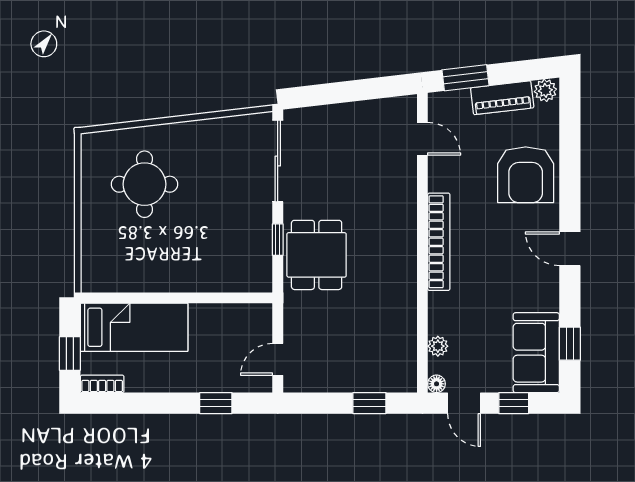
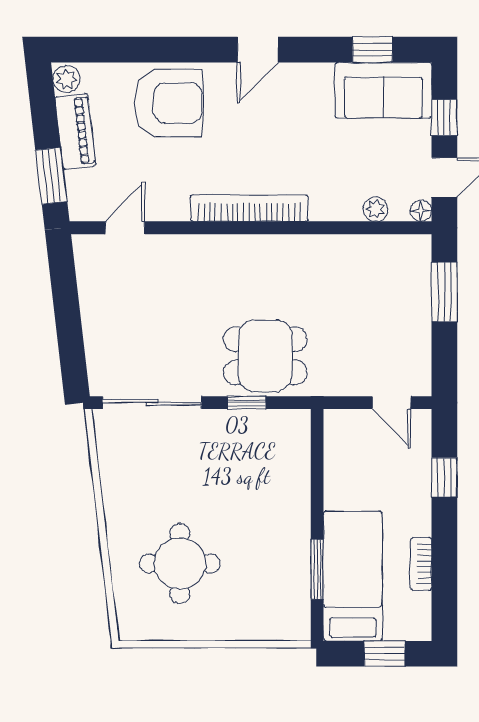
window: (140, 298) -> (317, 569), added
bookcase: (102, 384) -> (421, 564), moved
window: (369, 403) -> (444, 292), width x1.50

